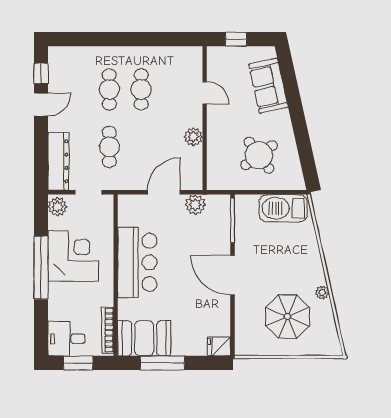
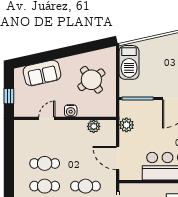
water cooler: (215, 126) -> (71, 111), added
plant: (193, 137) -> (94, 126), moved
door: (164, 192) -> (118, 158), moved

